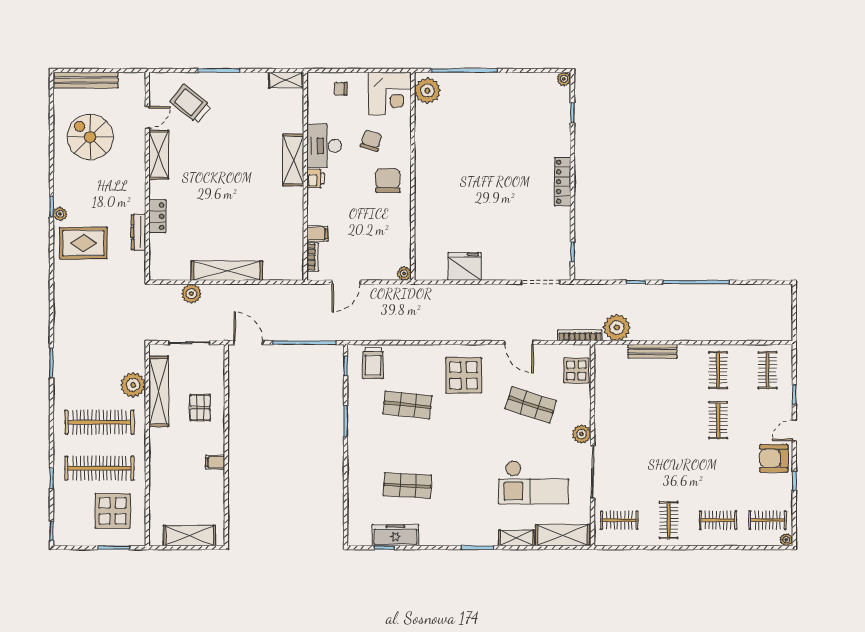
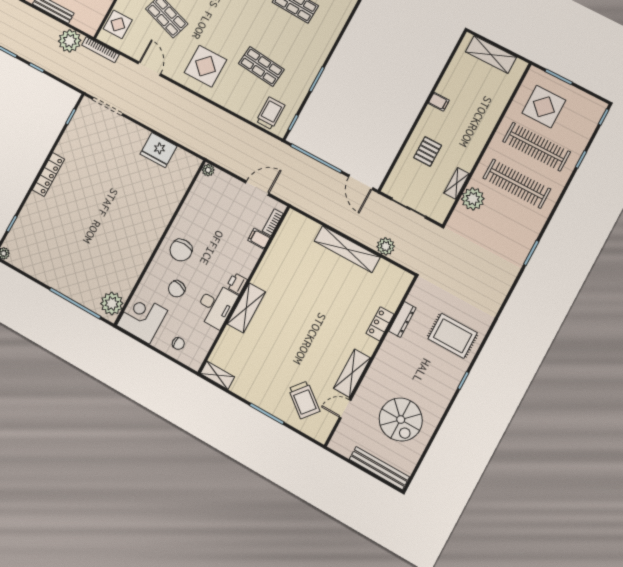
plant: (60, 214) -> (459, 370), removed
shelving: (159, 391) -> (457, 183), width x0.45, depth x0.75

